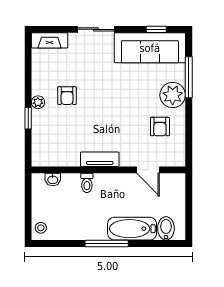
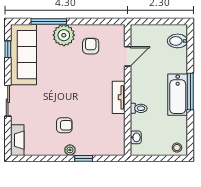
armchair: (160, 127) -> (91, 46), turned -90
bathtub: (132, 229) -> (178, 95), moved

